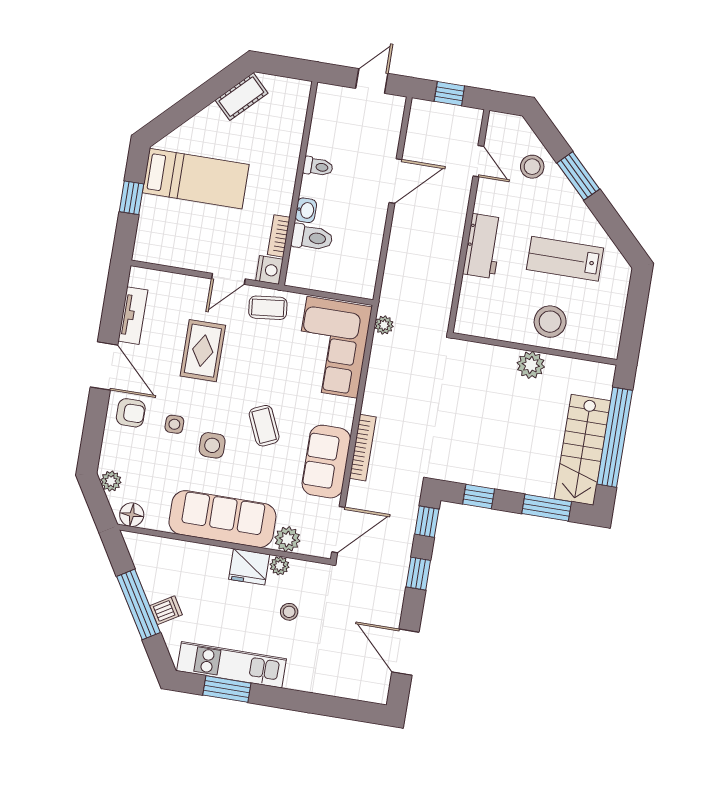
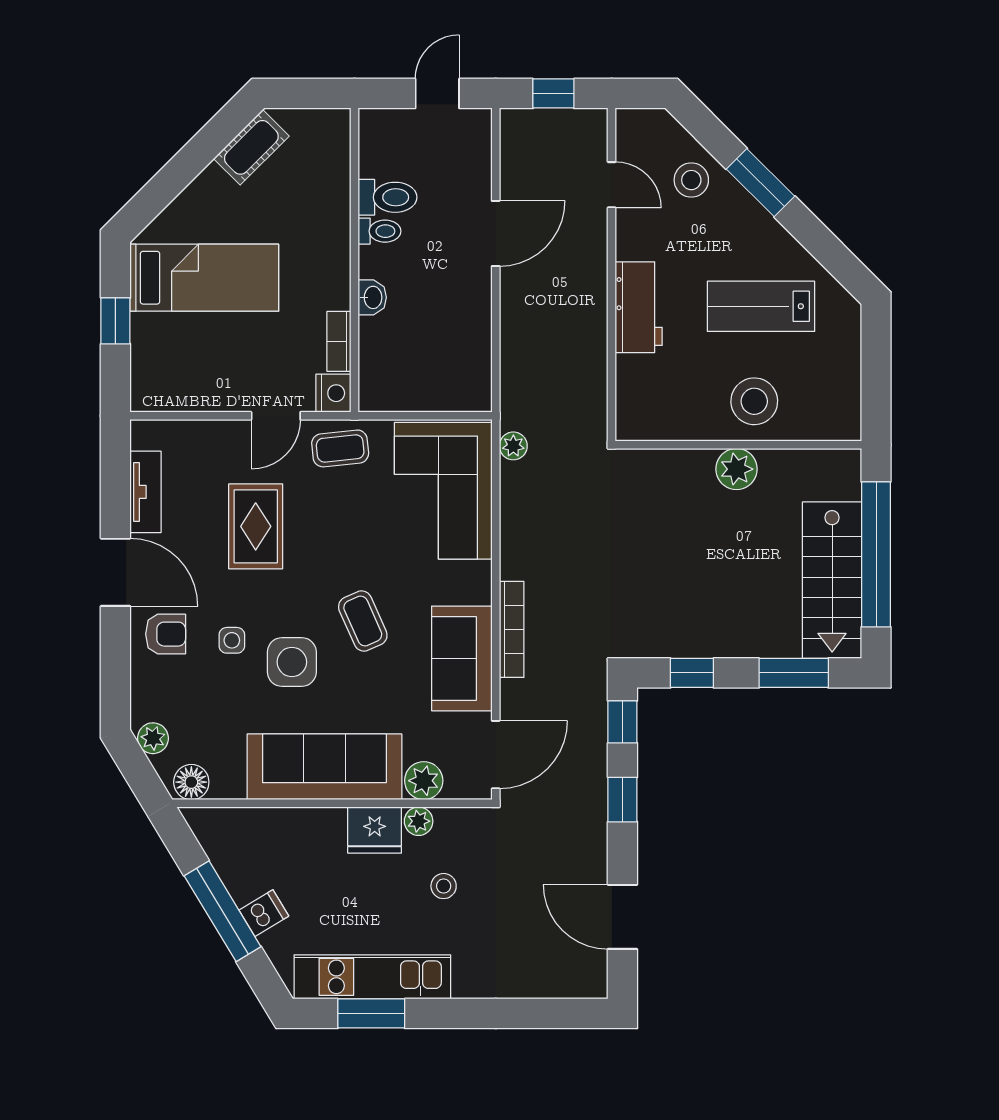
toilet: (312, 237) -> (387, 197), moved
side table: (212, 445) -> (292, 662), width x1.37, depth x1.37

